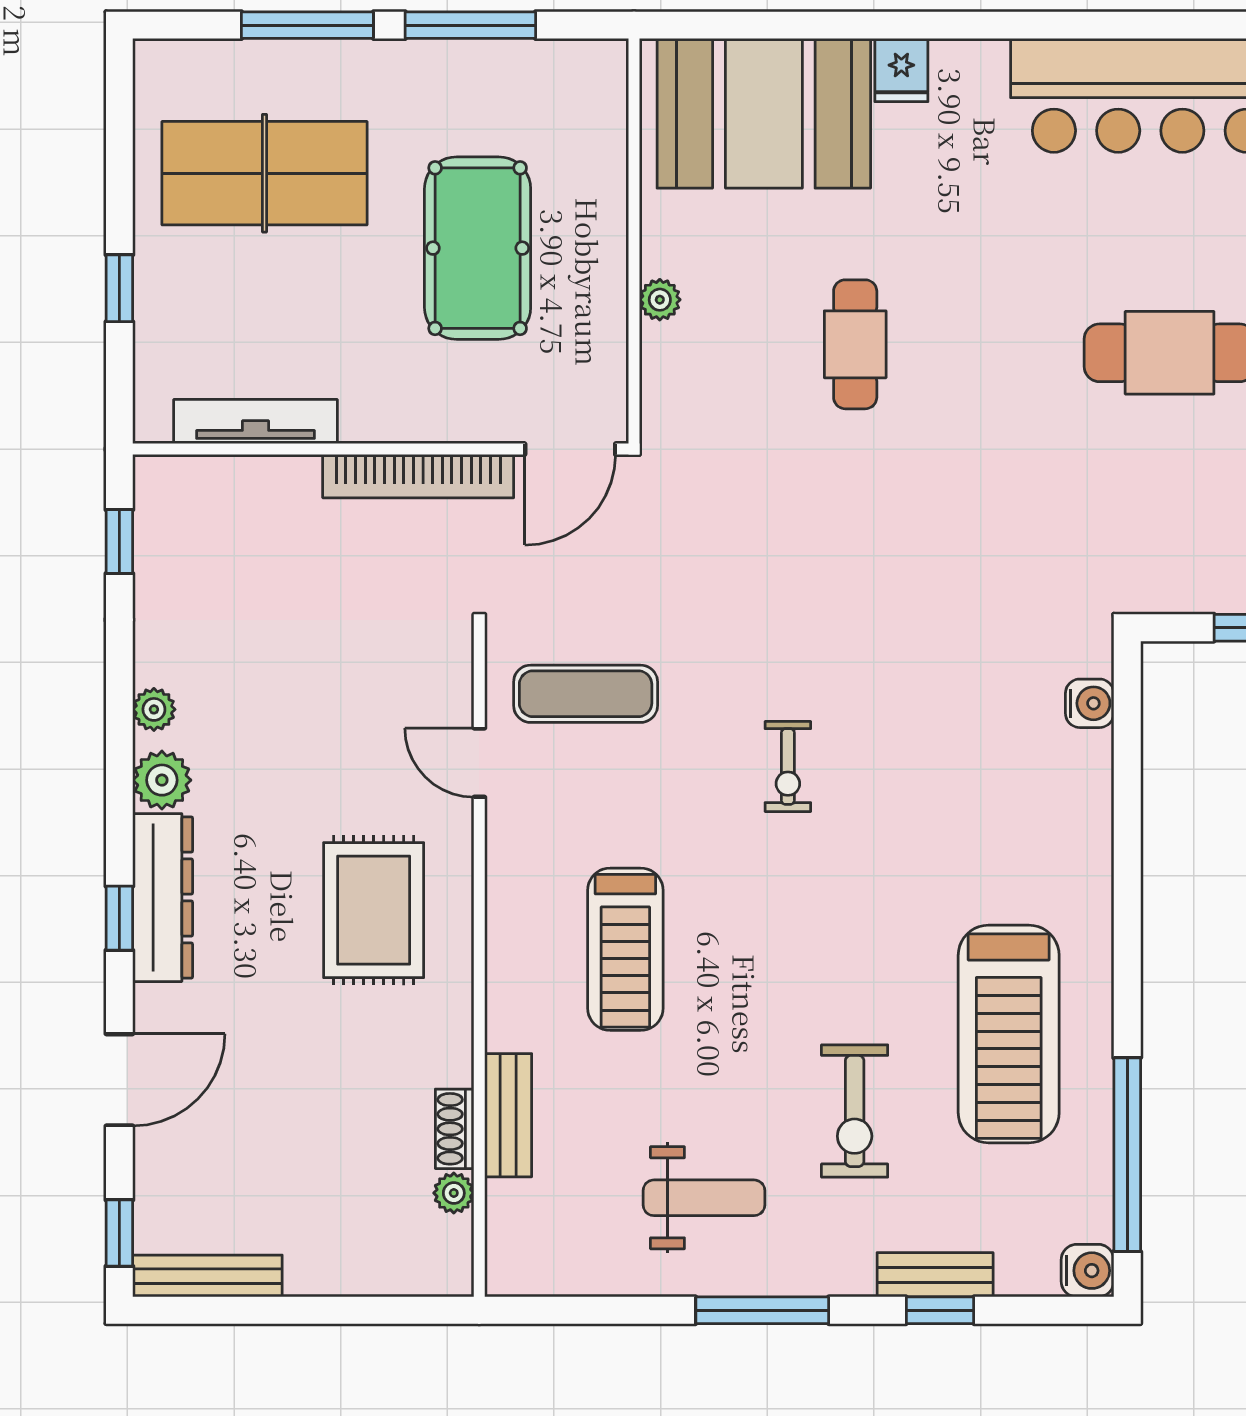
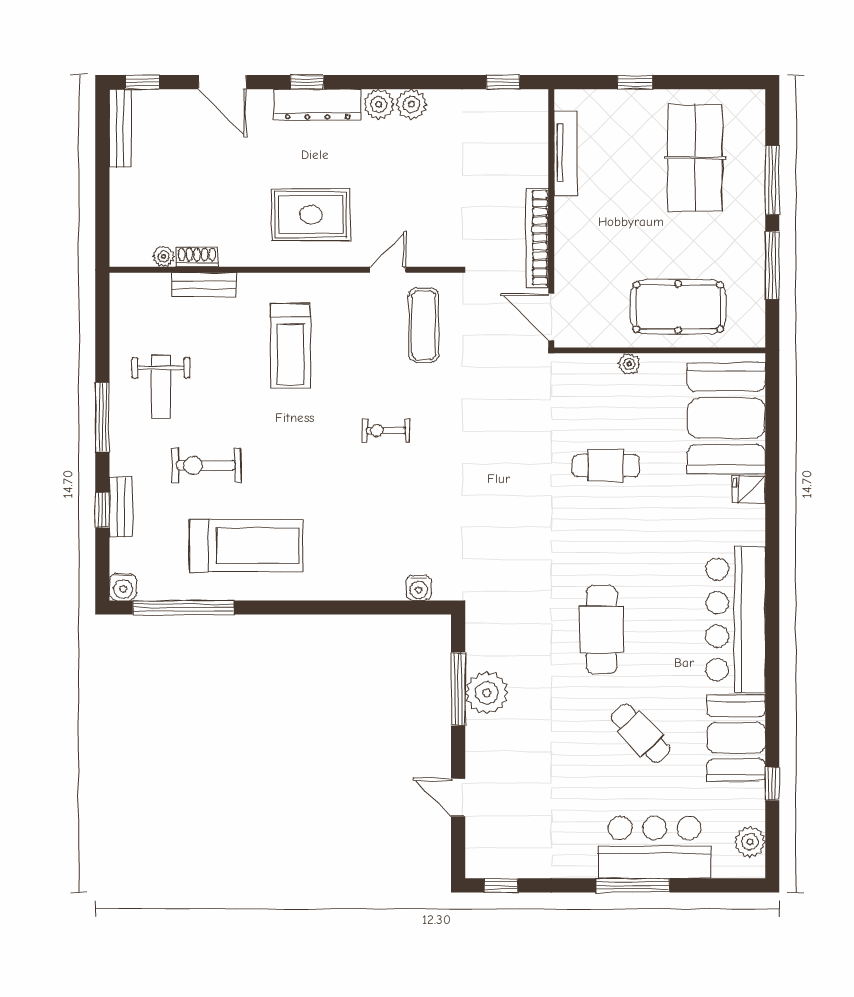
pool table: (478, 248) -> (678, 307), moved
plant: (154, 709) -> (411, 104), width x1.38, depth x1.38
treadmill: (625, 949) -> (291, 346), turned -90
treadmill: (1009, 1034) -> (246, 546), turned 180

